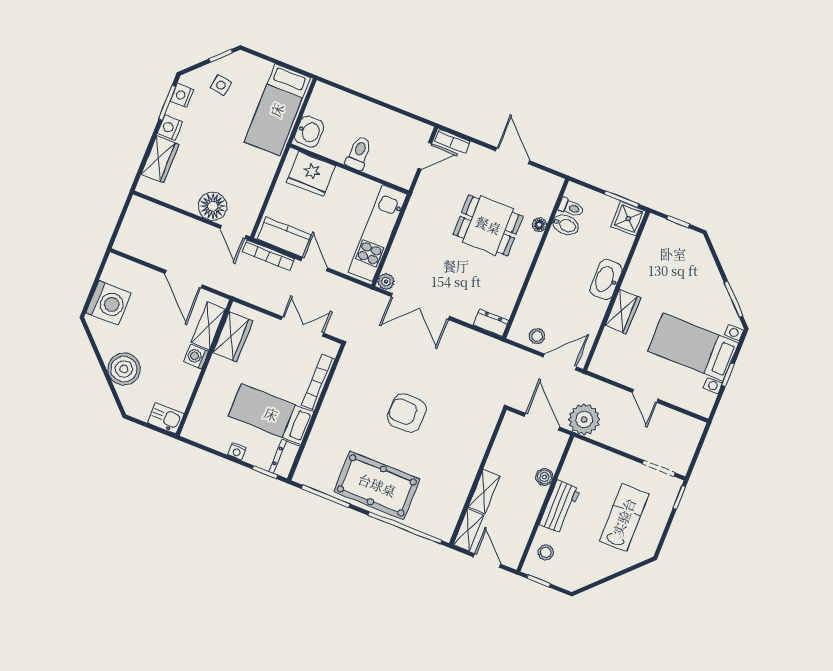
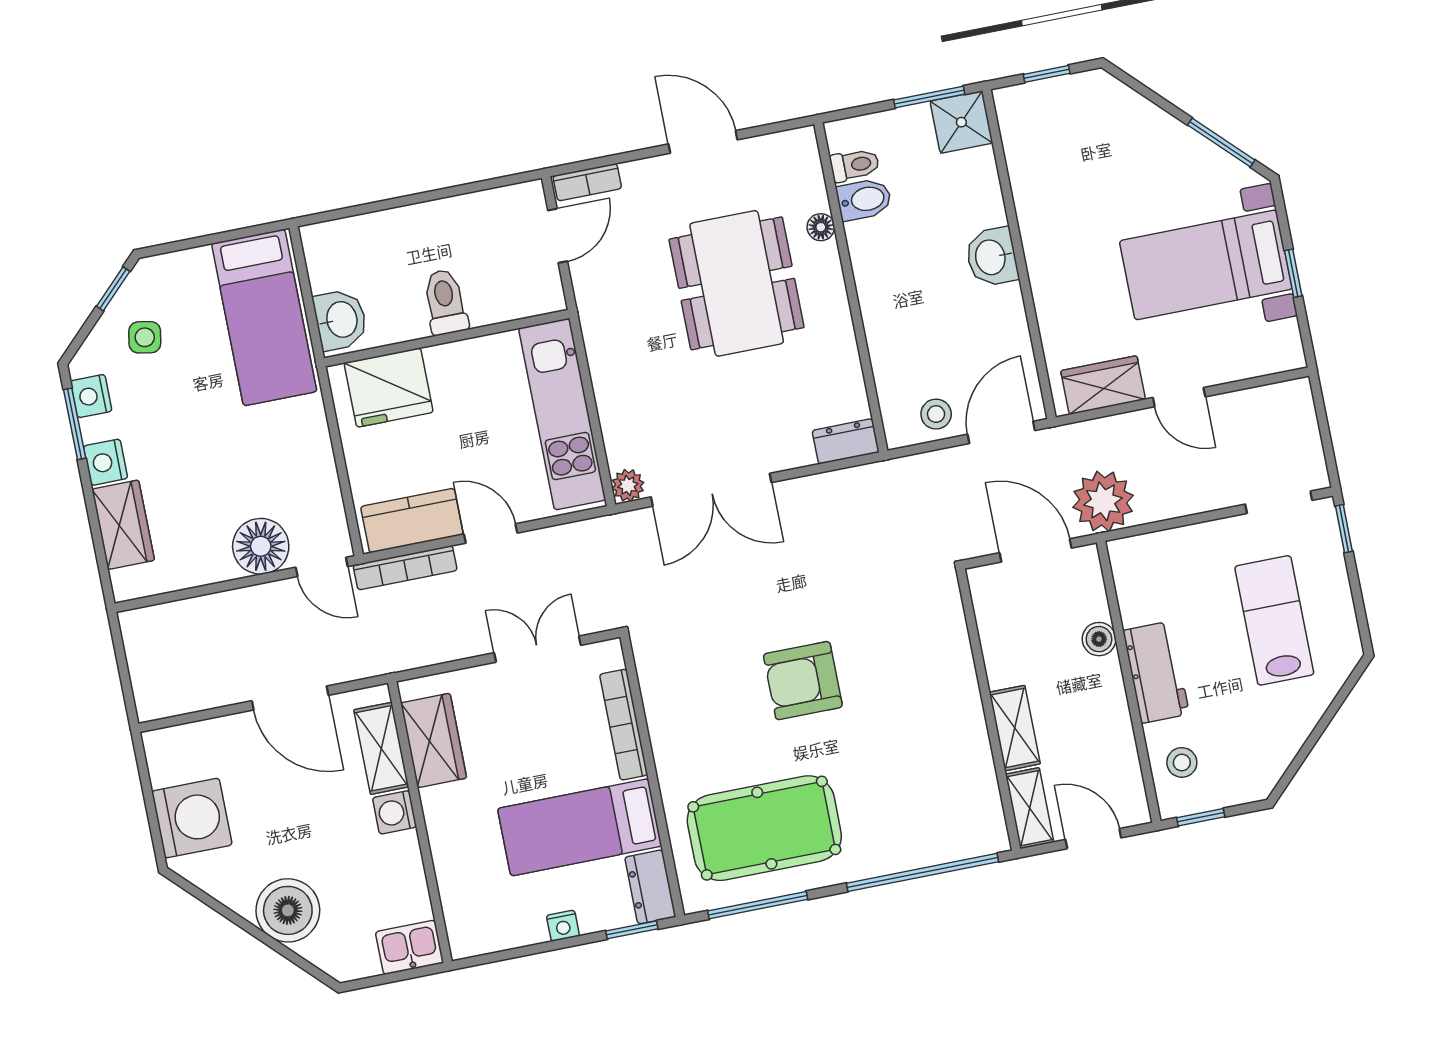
dining table: (488, 225) -> (737, 283), width x1.38
washbasin: (606, 280) -> (992, 257), width x0.72
wardrobe: (623, 312) -> (1103, 385), moved, turned -90
pool table: (377, 485) -> (764, 828), moved

